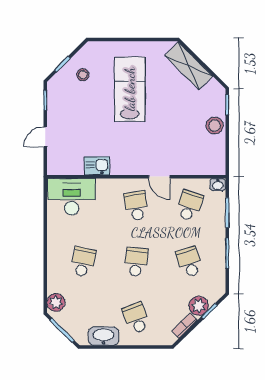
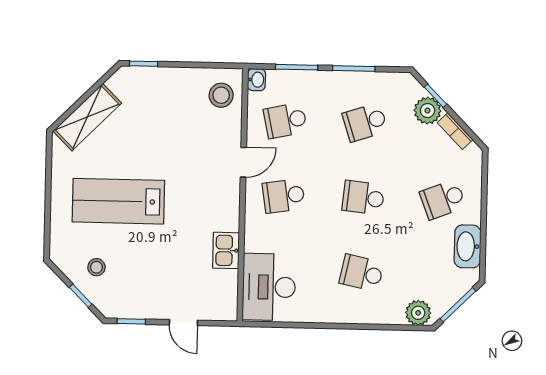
stool: (215, 126) -> (221, 95), moved
school desk: (189, 206) -> (285, 121), turned -30

